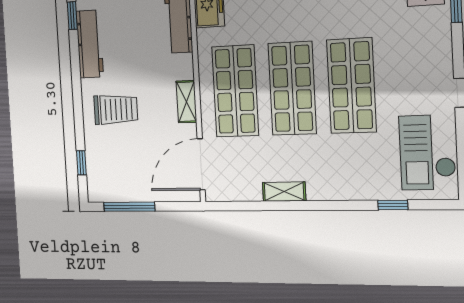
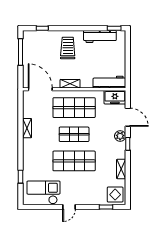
shop shelf: (292, 88) -> (74, 134), width x0.70, depth x0.74
trolley: (116, 109) -> (68, 48), turned 180

